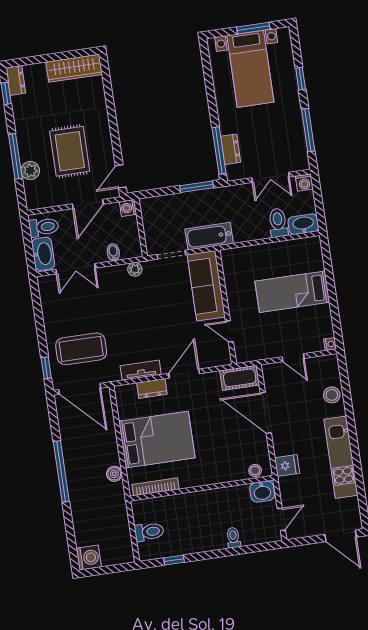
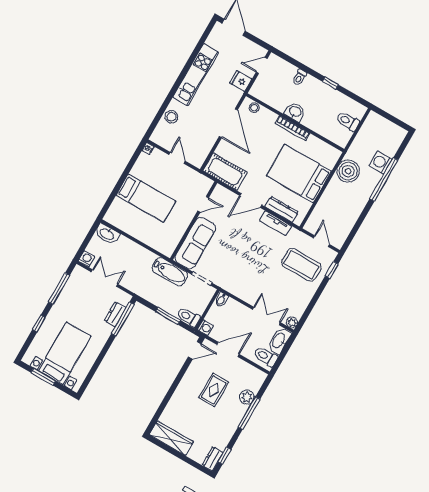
rug: (70, 151) -> (214, 390), width x0.73, depth x0.70
window: (196, 187) -> (168, 316), moved
toilet: (278, 223) -> (188, 317), moved, turned 90
bidet: (113, 252) -> (221, 300), moved
plant: (135, 269) -> (292, 323), moved
door: (229, 331) -> (203, 204), hinge flipped
cot: (240, 378) -> (225, 172), width x1.37, depth x1.34
dresser: (152, 388) -> (282, 209), width x1.44
door: (80, 389) -> (321, 241), width x0.53
door: (266, 413) -> (228, 123), moved
fridge: (287, 465) -> (241, 81), moved
window: (61, 472) -> (384, 180), moved
boiler: (114, 474) -> (348, 171), width x1.86, depth x1.86
bookcase: (156, 487) -> (292, 128), moved
washbasin: (262, 491) -> (295, 112), moved
washing machine: (89, 558) -> (381, 162), moved
window: (174, 560) -> (330, 83), moved

